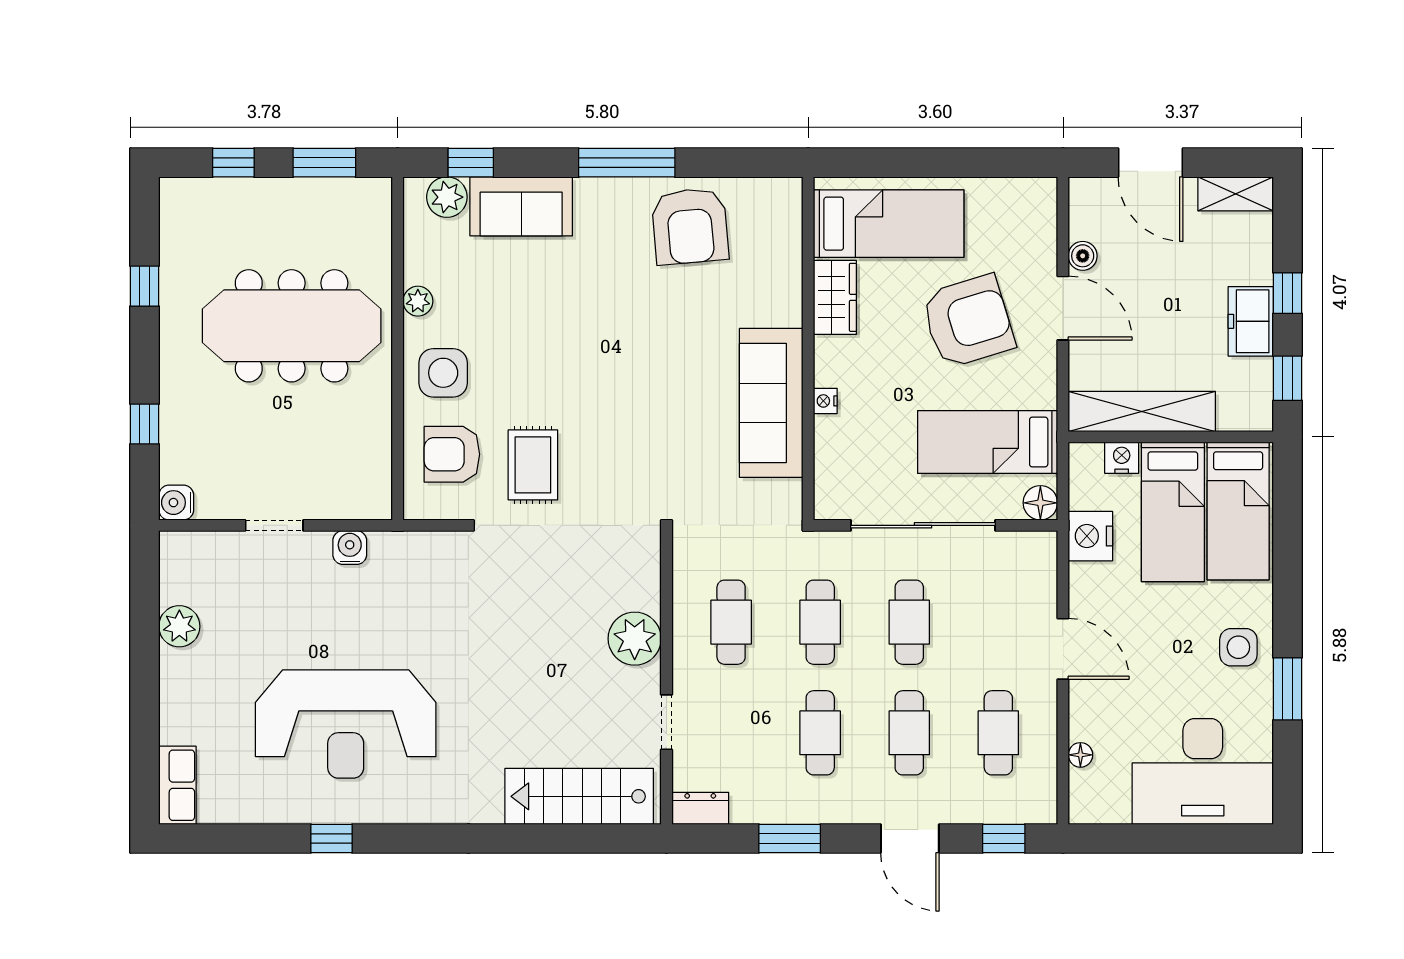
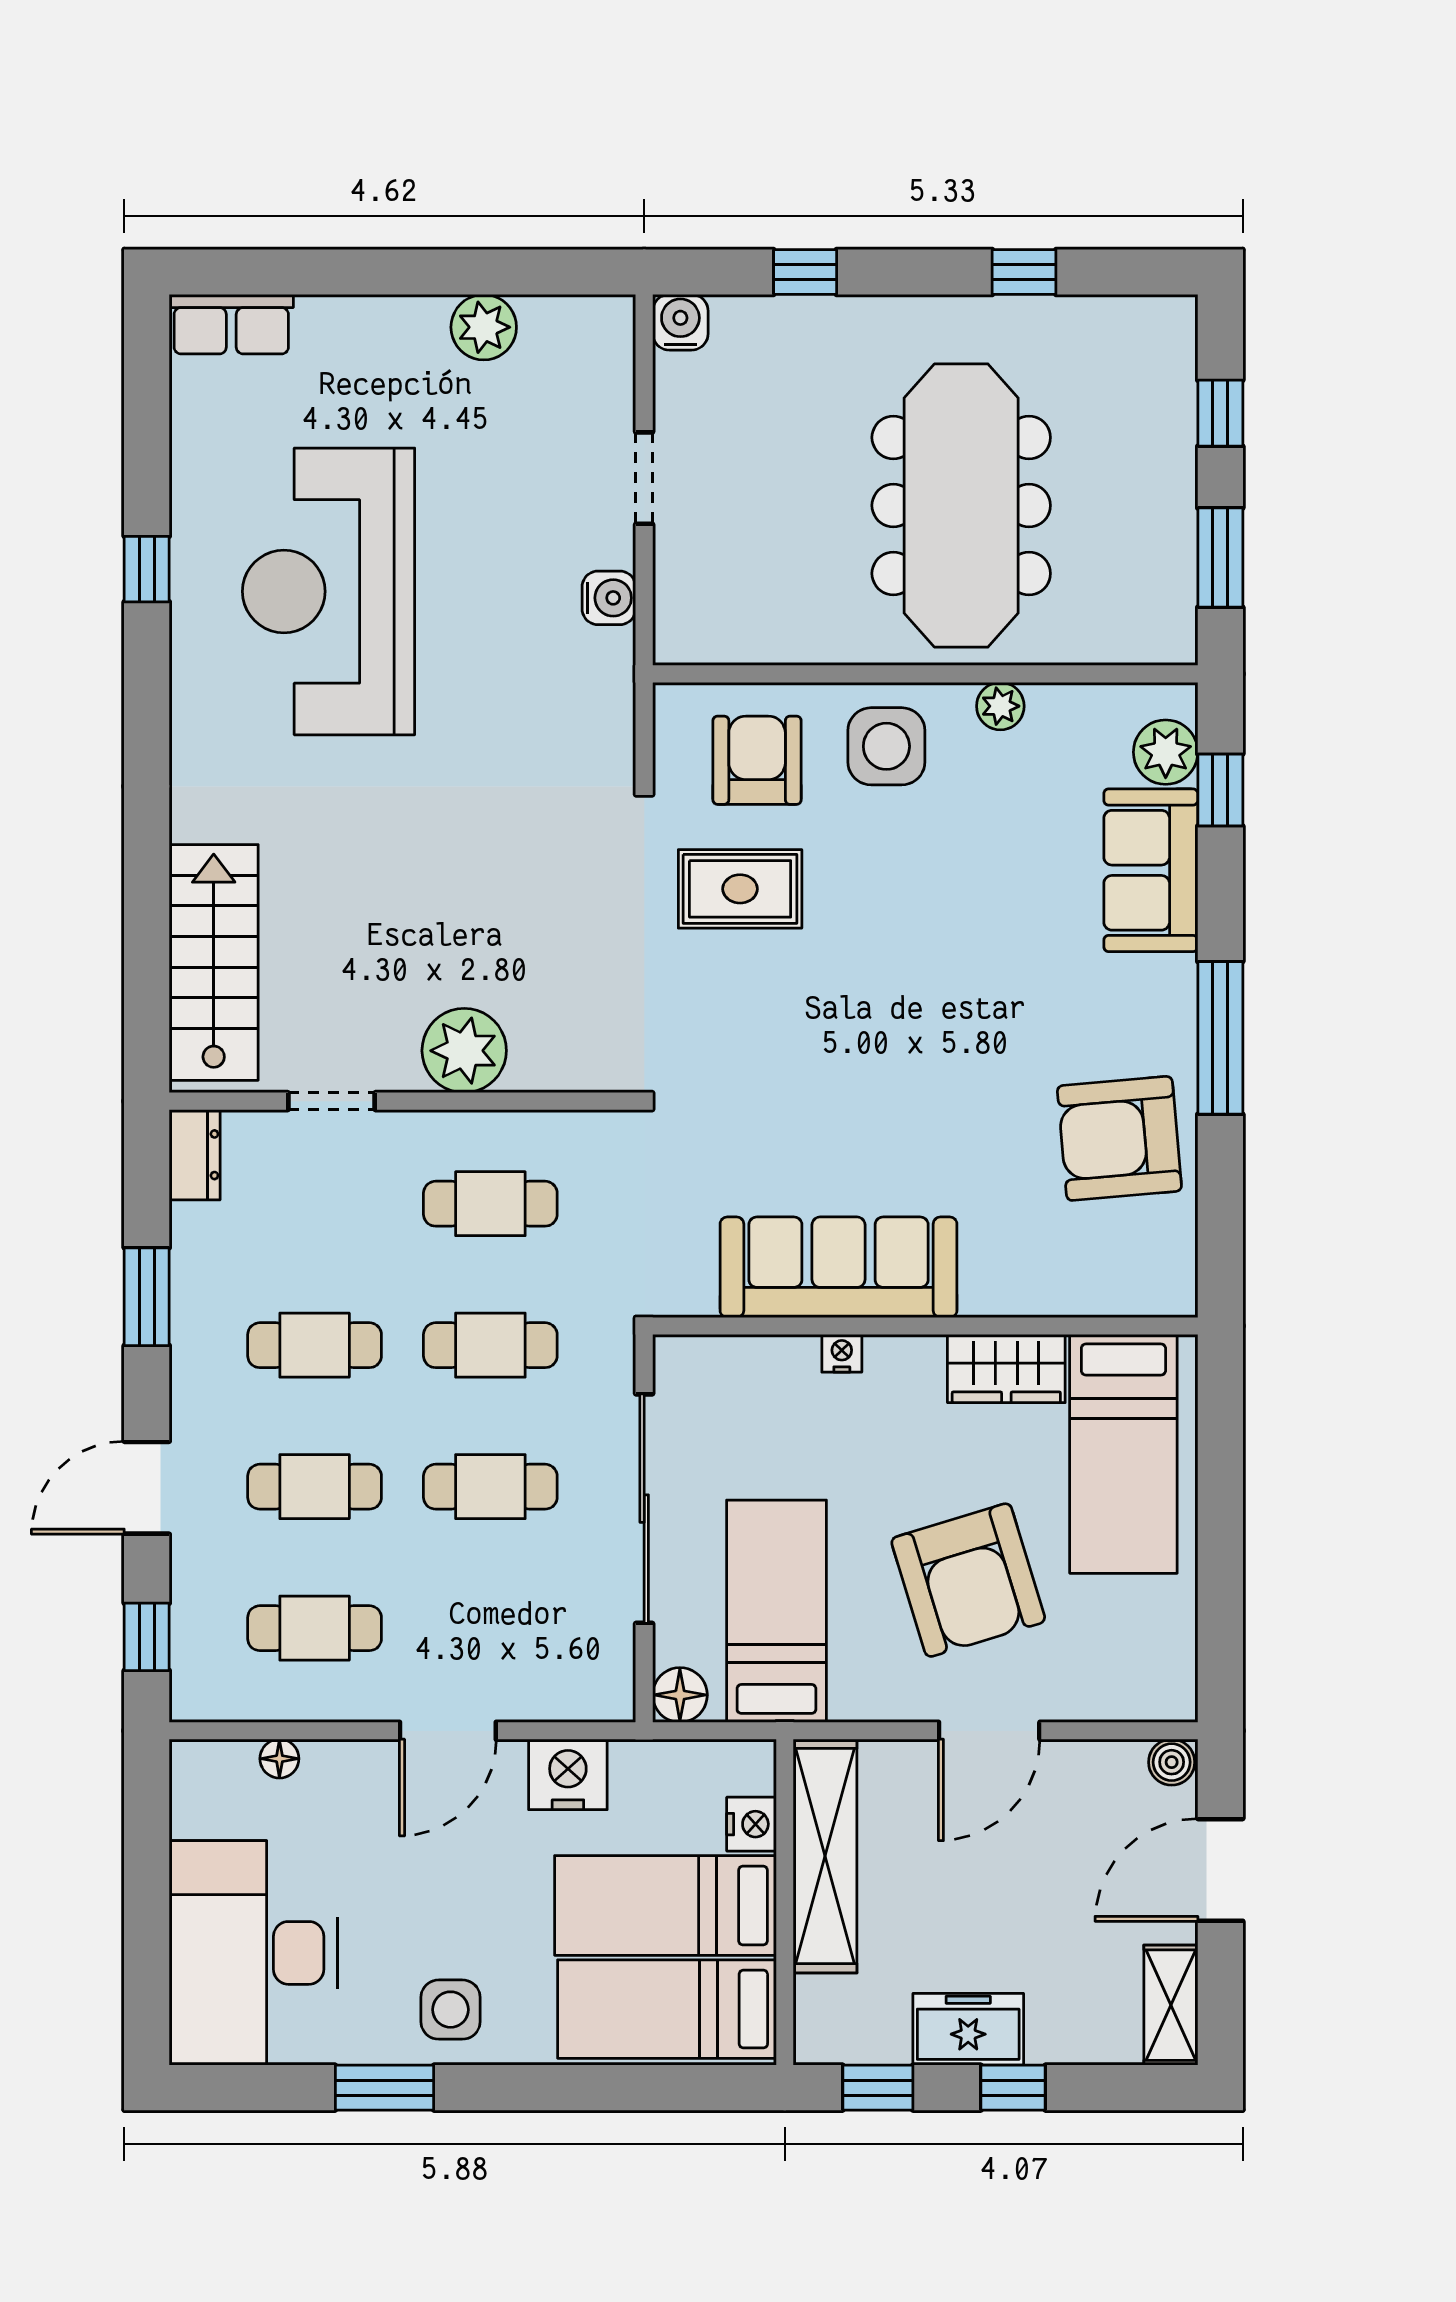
boiler: (1083, 256) -> (1172, 1762), moved
nightstand: (1090, 536) -> (568, 1774), moved

